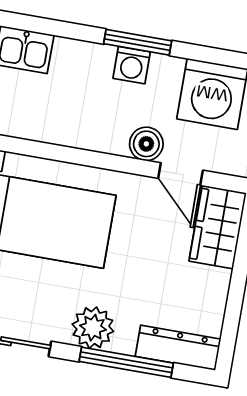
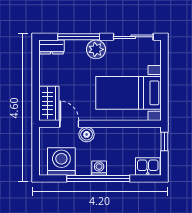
window: (138, 42) -> (98, 178), width x2.11
dresser: (178, 348) -> (51, 47), width x0.70

